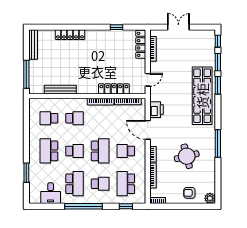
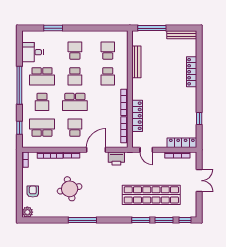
shop shelf: (202, 96) -> (151, 195), moved
school desk: (49, 151) -> (75, 51), width x0.54

